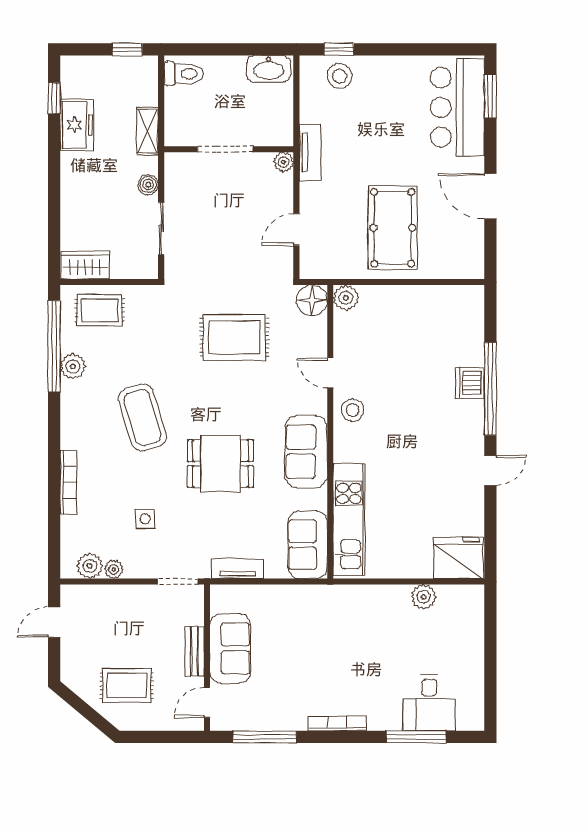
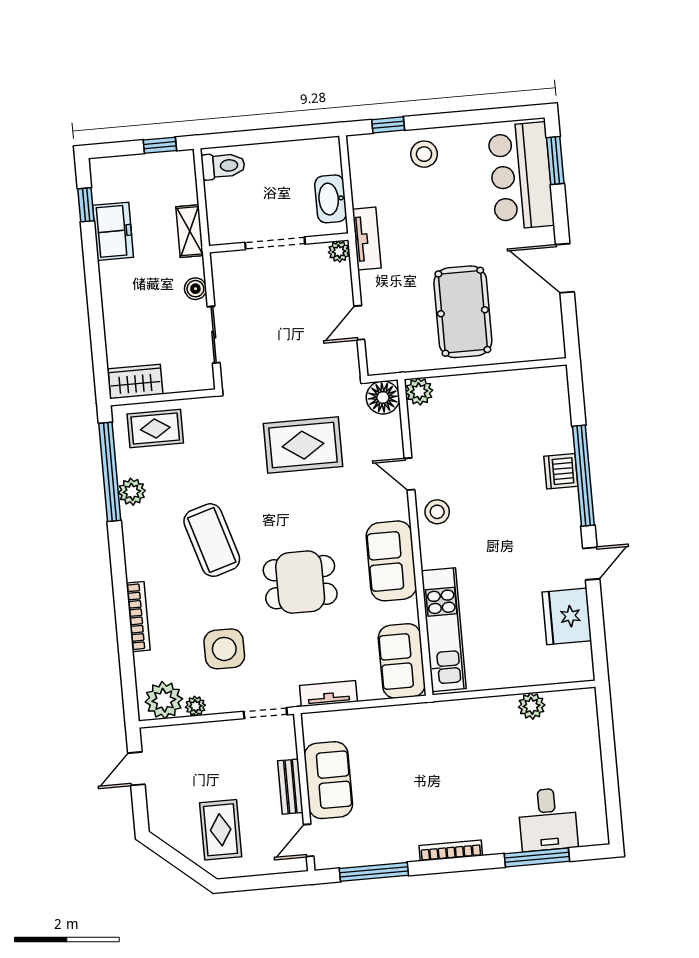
washbasin: (269, 69) -> (331, 199), moved, turned 90
stool: (340, 76) -> (424, 154), moved
side table: (145, 519) -> (224, 649), width x1.87, depth x1.87
fridge: (458, 558) -> (567, 616), moved, turned -90
plant: (90, 566) -> (164, 700), width x1.36, depth x1.36
rug: (127, 685) -> (221, 830), turned 90

